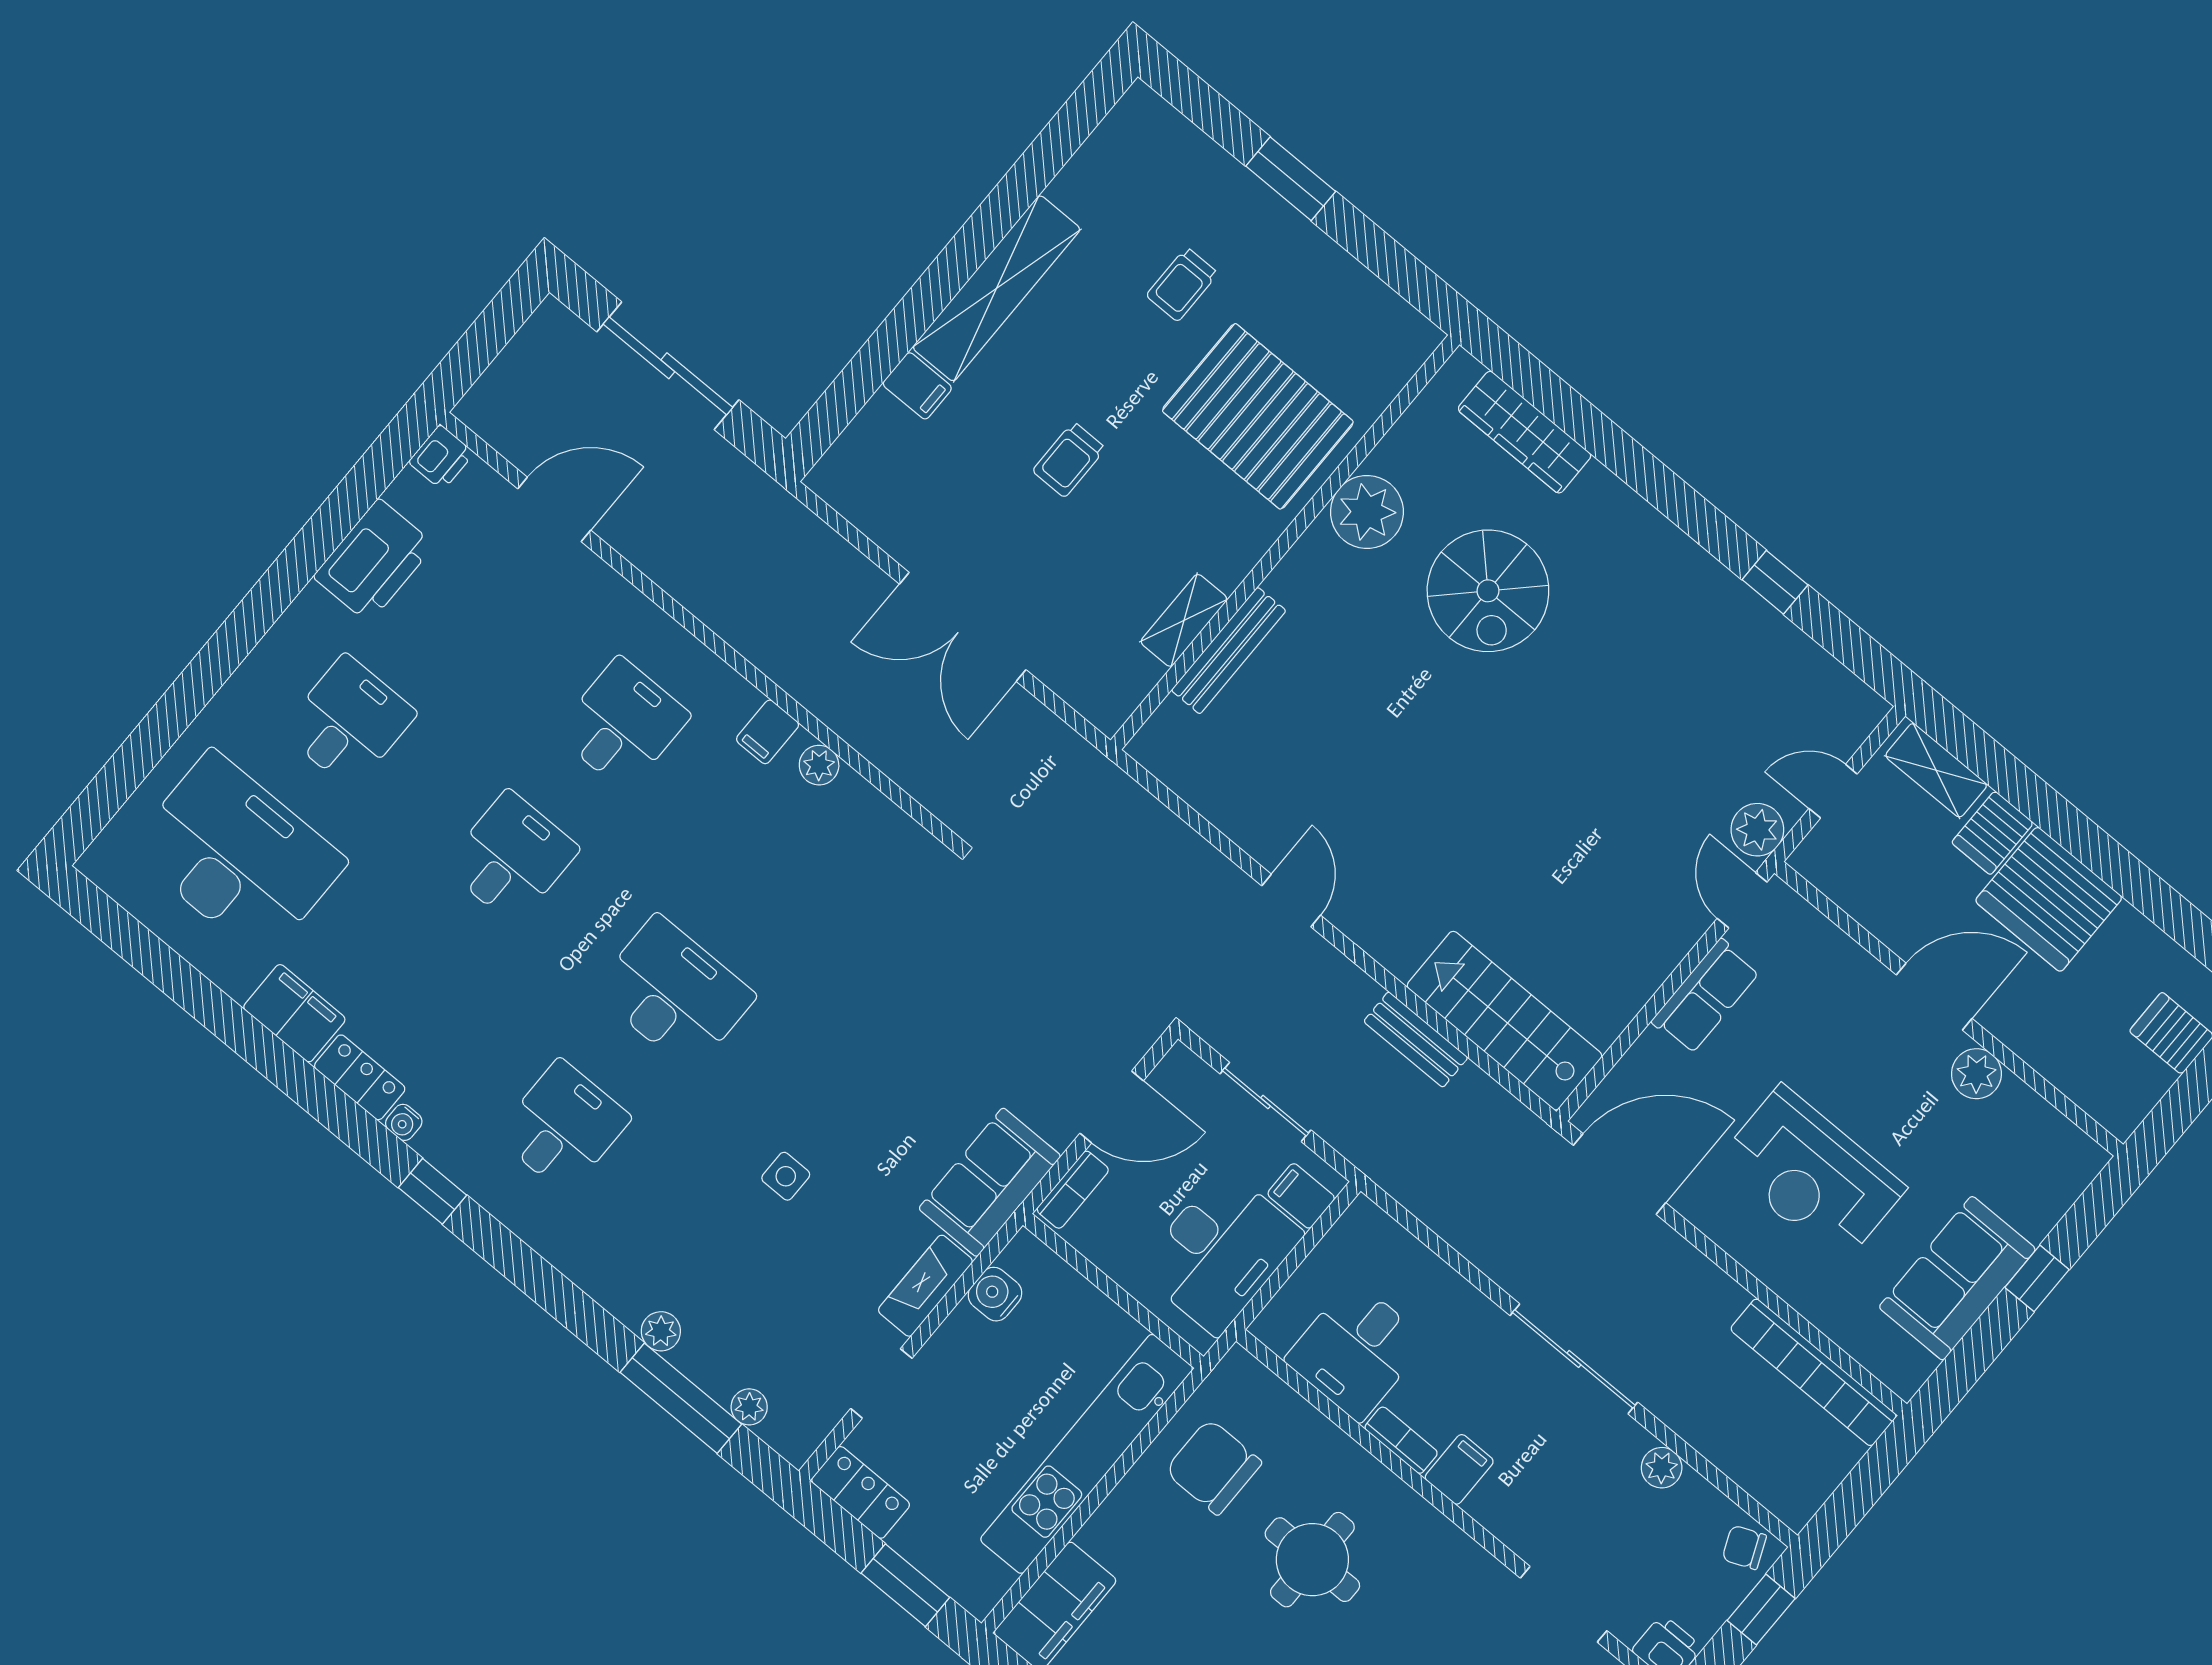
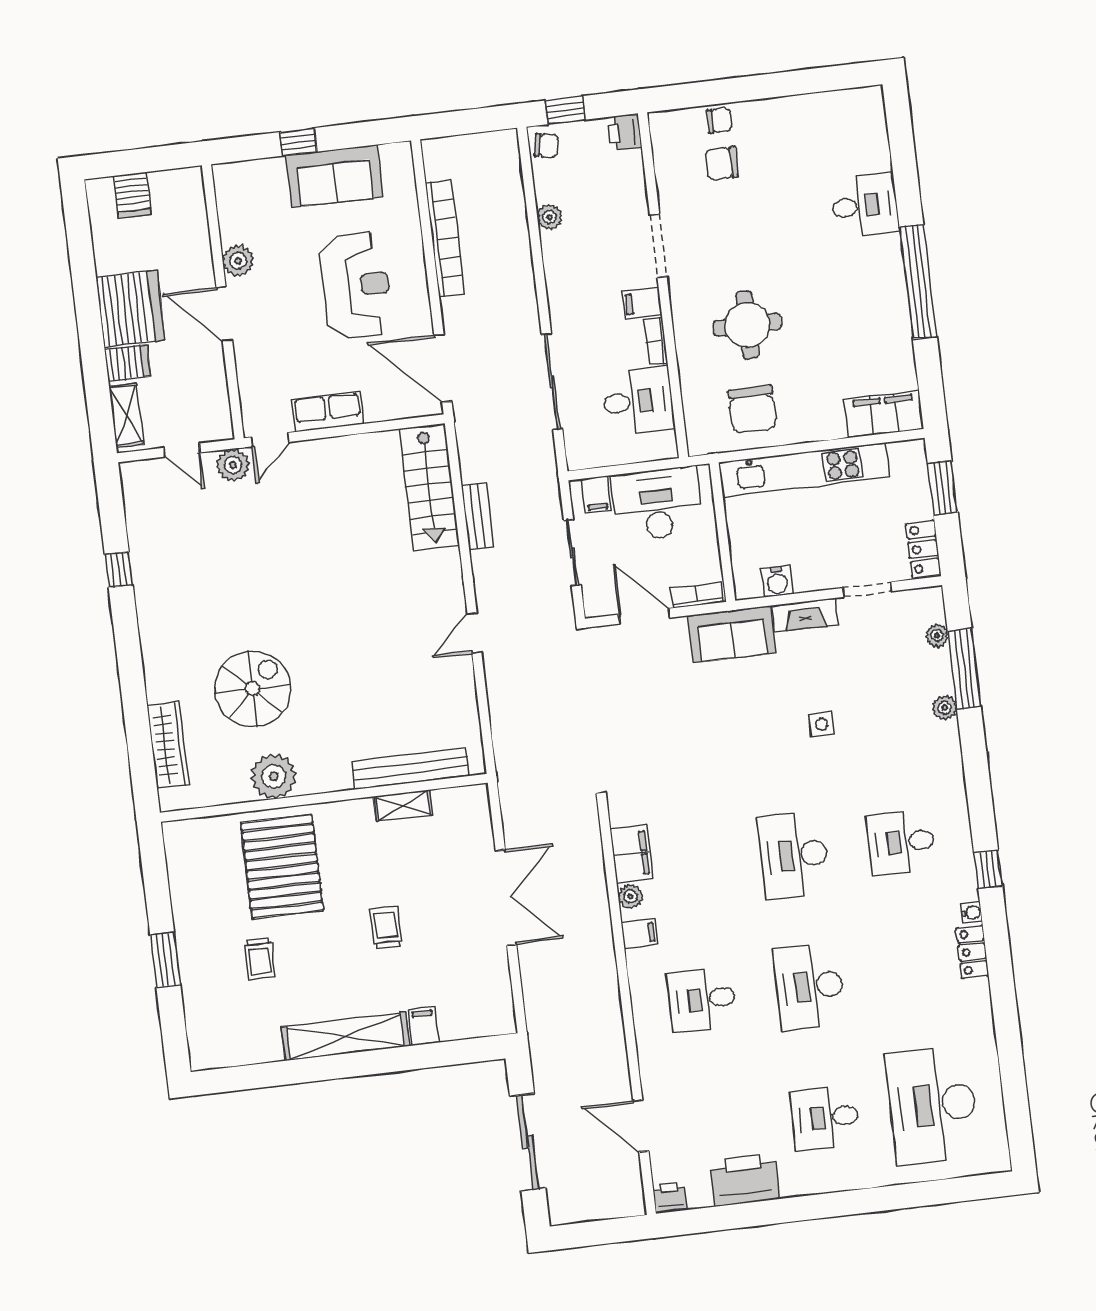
trolley: (1182, 284) -> (260, 959), turned 90
trolley: (1069, 460) -> (386, 928), turned -90
bench: (1229, 651) -> (411, 768), width x1.37, depth x1.21
desk: (511, 858) -> (809, 986), width x1.37
filing cabinet: (294, 1013) -> (631, 854), moved, turned 180
sliding door: (1574, 1359) -> (552, 381), moved
bookcase: (1814, 1372) -> (445, 239), moved
chair: (1744, 1547) -> (546, 145), turned -56
doorway: (1564, 1604) -> (658, 246), moved

